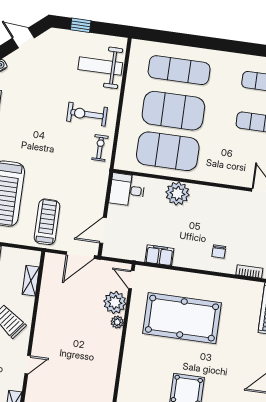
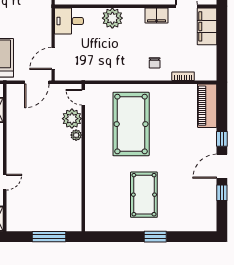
filing cabinet: (159, 255) -> (157, 15), moved, turned 180
pool table: (182, 318) -> (131, 124), turned 90

